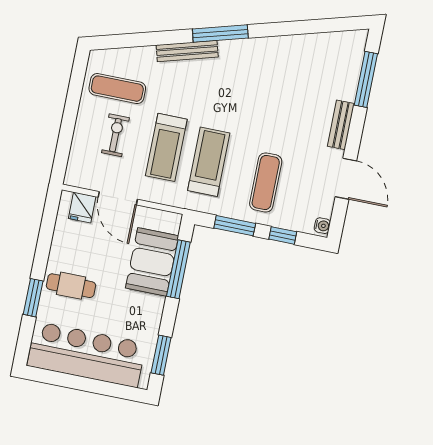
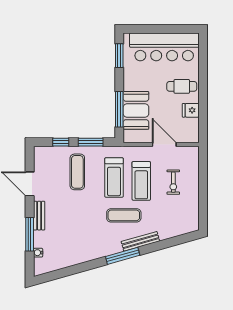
window: (366, 79) -> (30, 234), moved
exercise mat: (117, 89) -> (124, 215), moved
treadmill: (166, 147) -> (141, 181), turned 180
fridge: (82, 207) -> (191, 110), moved, turned -90
water cooler: (322, 226) -> (38, 253), moved
window: (33, 298) -> (203, 75), removed

